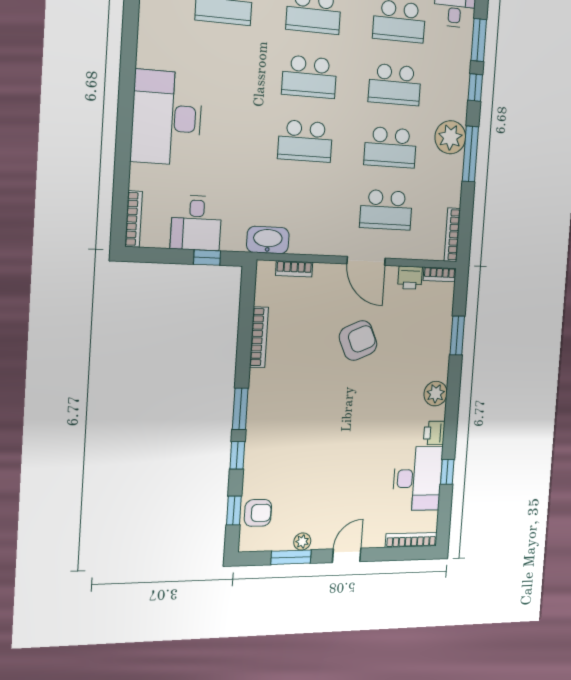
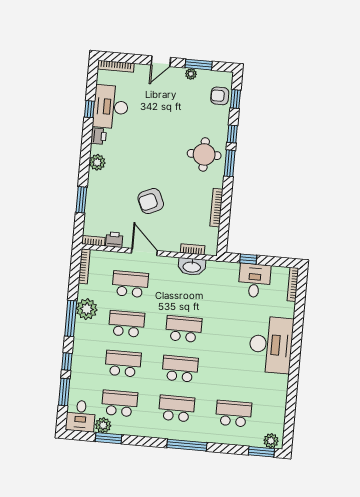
plant: (450, 137) -> (87, 309), moved
washbasin: (268, 240) -> (192, 267), moved
round table: (280, 419) -> (204, 154), added

